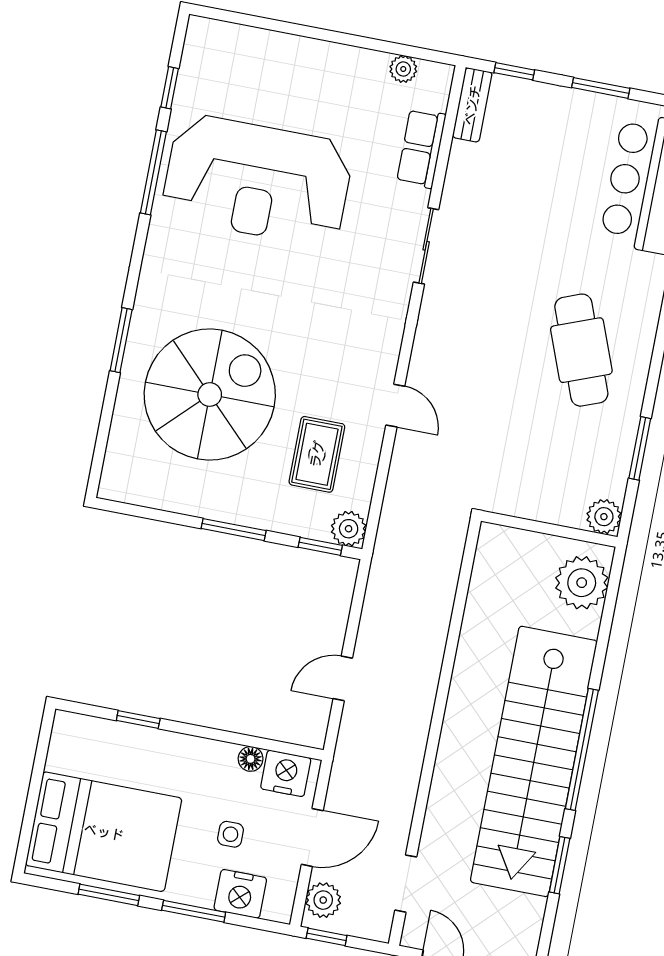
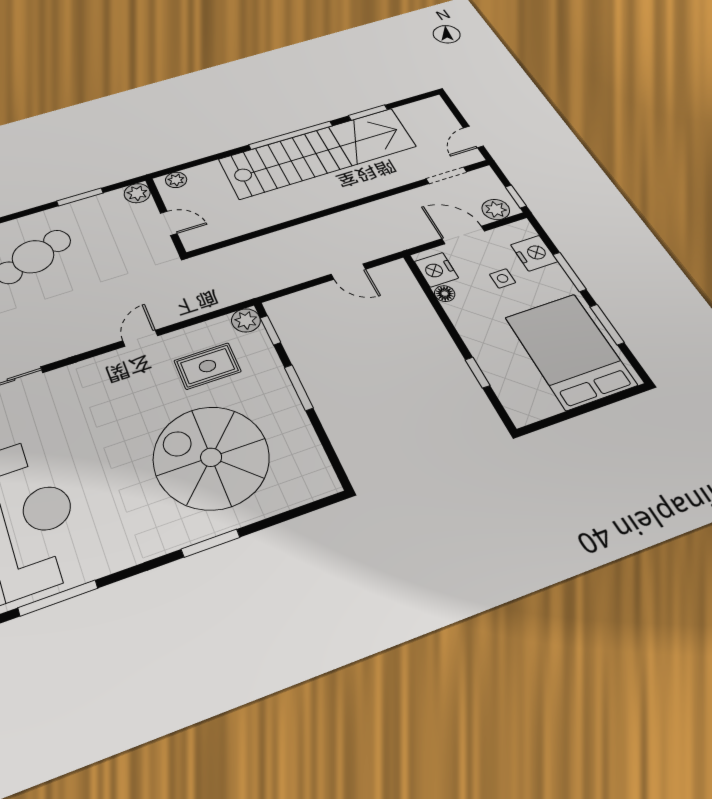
door: (535, 526) -> (169, 223), added
plant: (582, 583) -> (176, 180), width x0.53, depth x0.53

